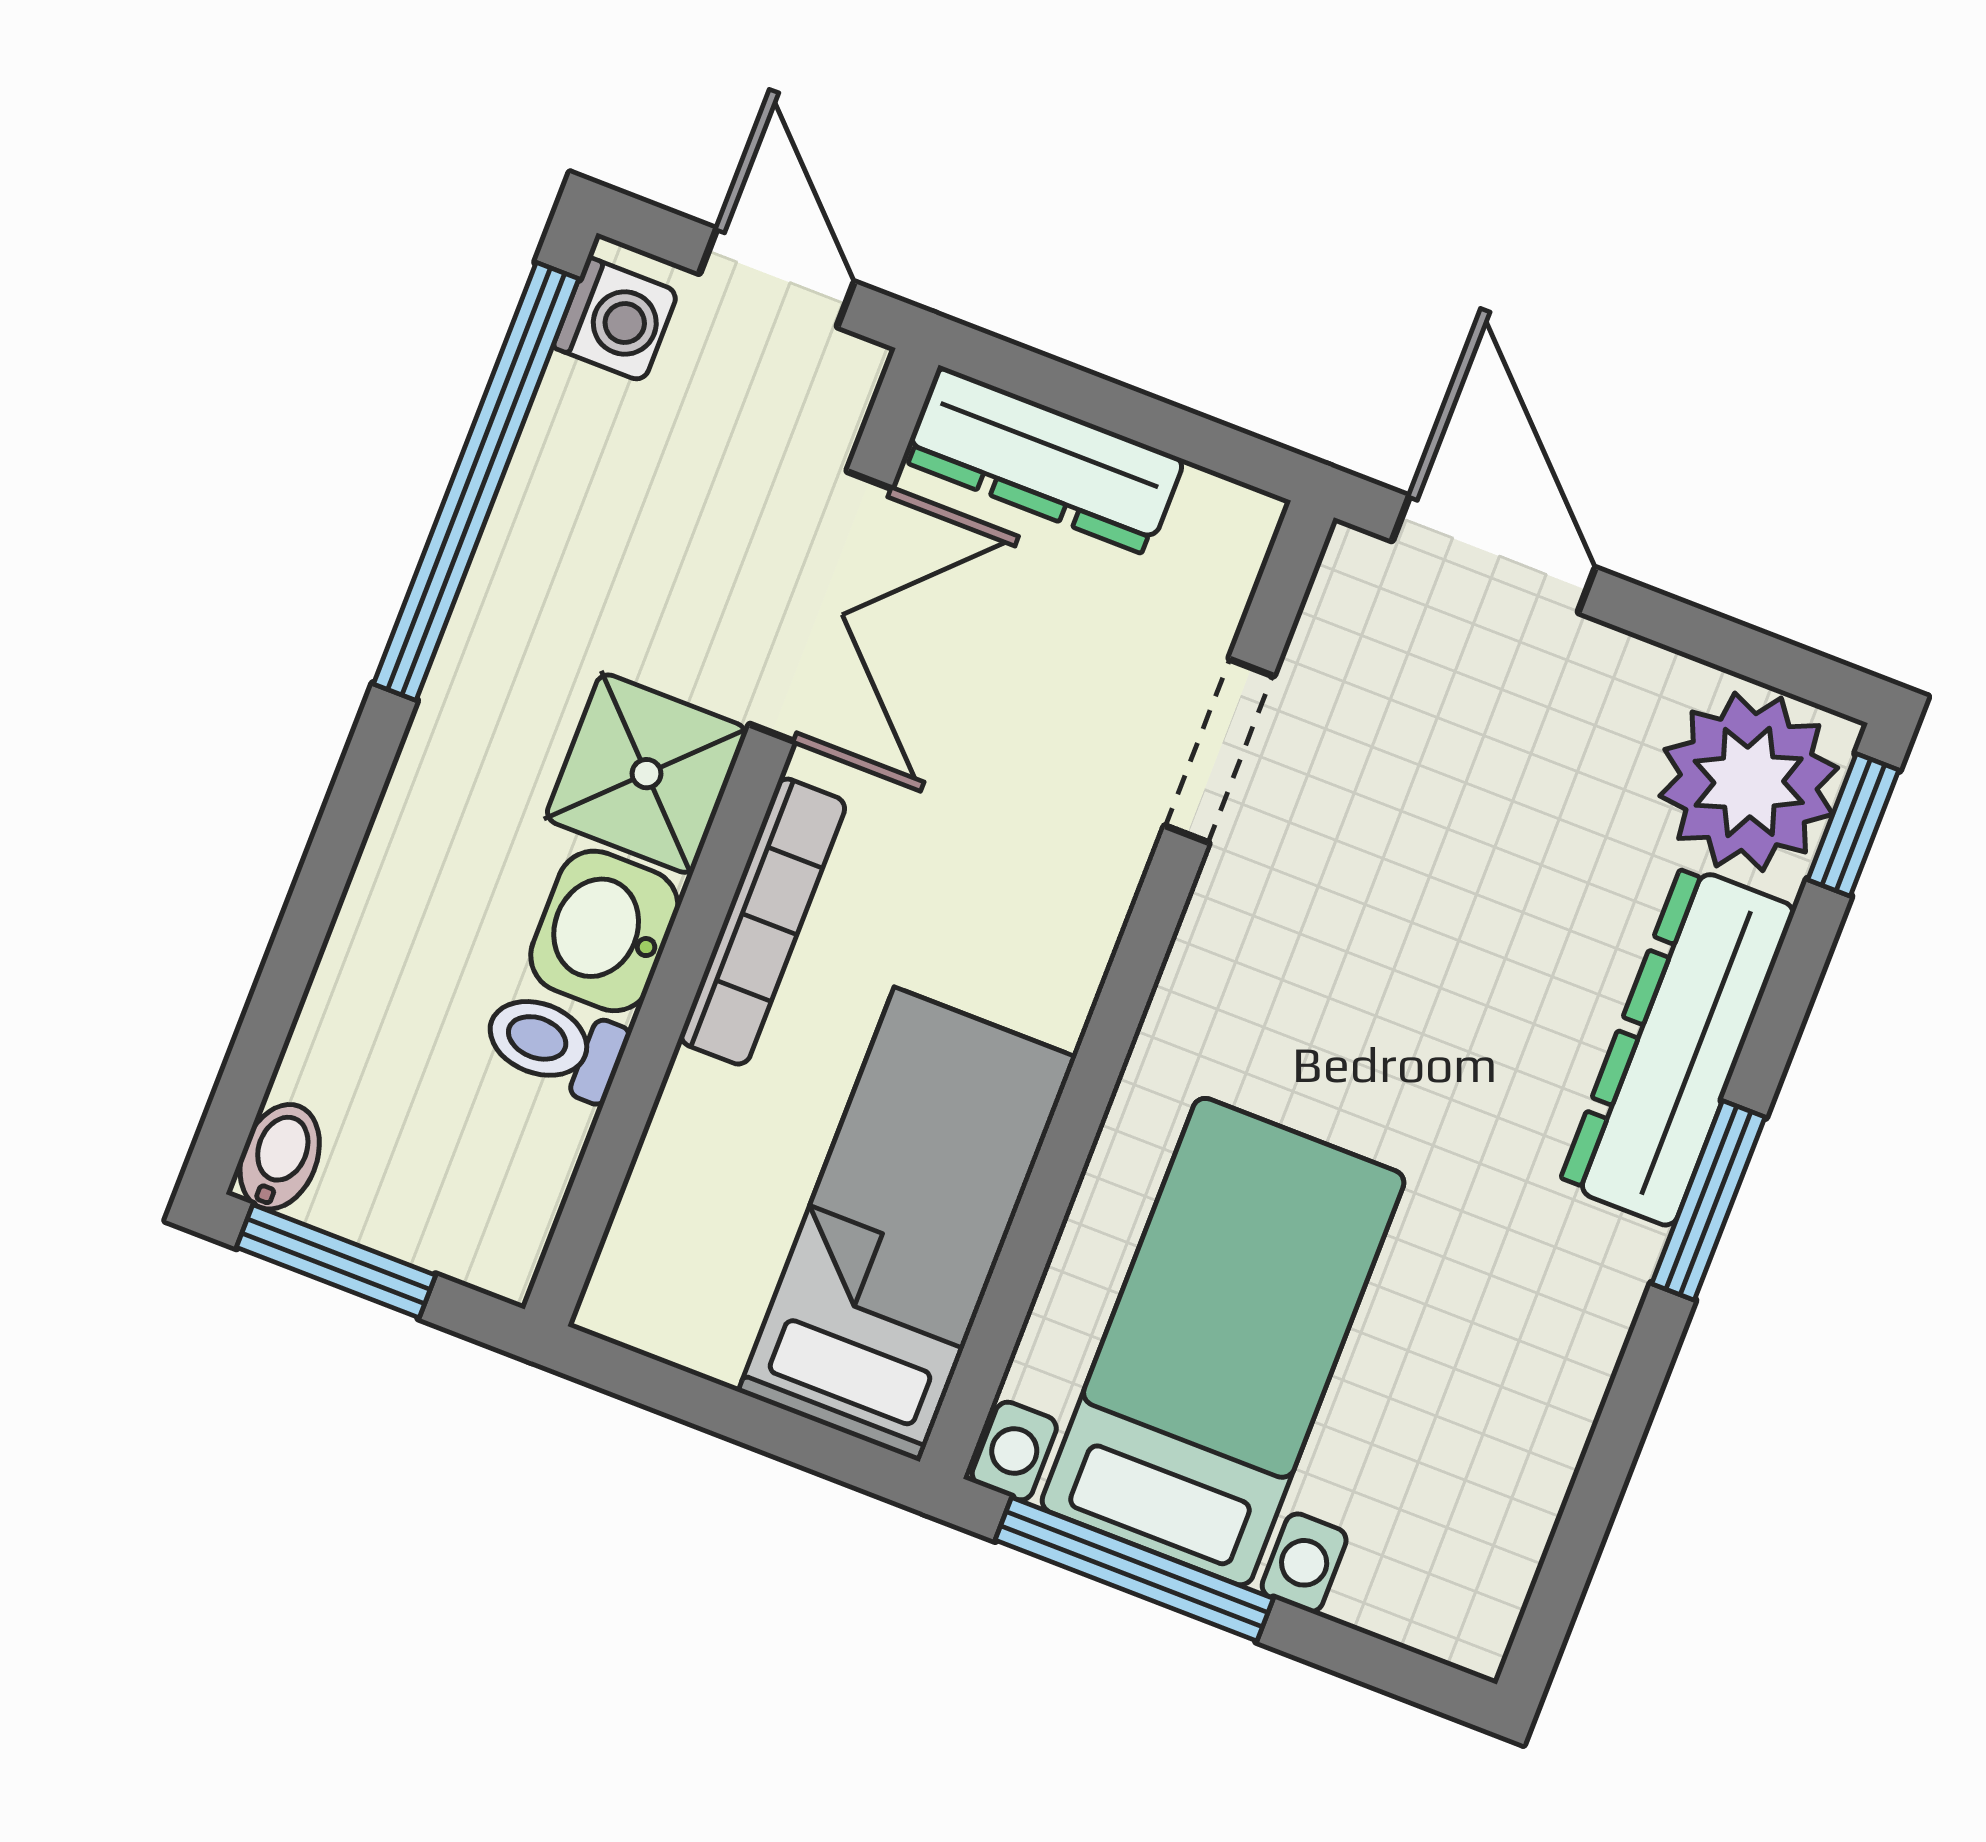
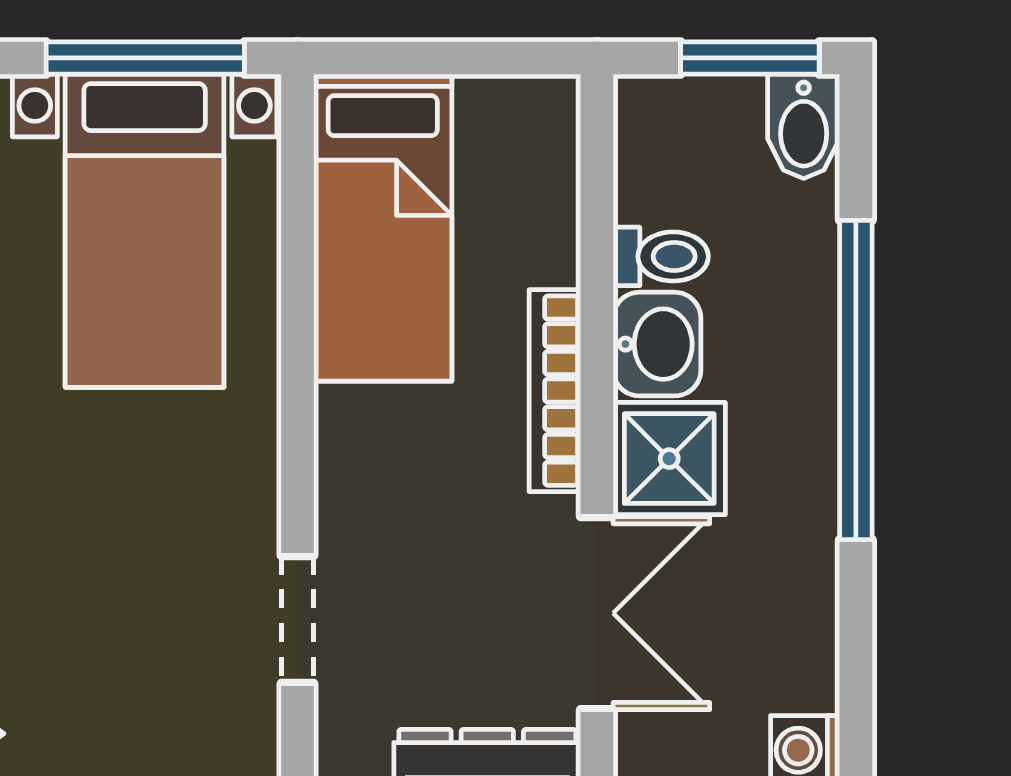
window: (476, 481) -> (856, 380), moved
double door: (821, 606) -> (597, 613), swing flipped
bidet: (280, 1157) -> (804, 126), width x1.38, depth x1.36

